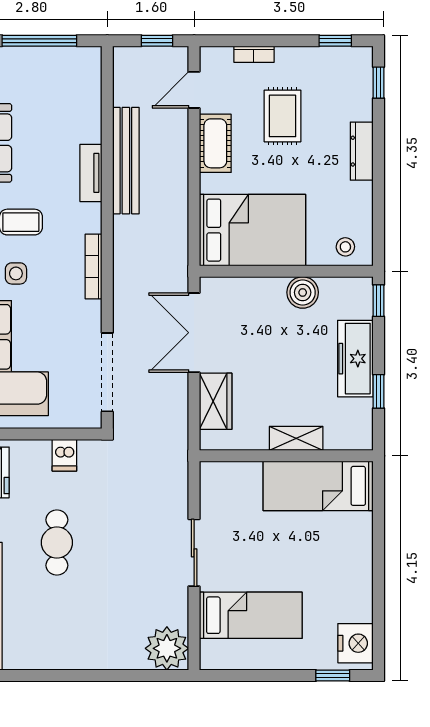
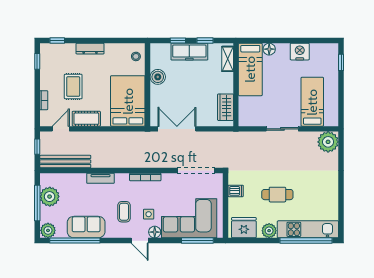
plant: (53, 66) -> (50, 197), added
door: (194, 90) -> (61, 129), swing flipped
rug: (283, 116) -> (73, 87), turned 90
bench: (126, 161) -> (65, 161), moved
window: (379, 301) -> (178, 41), moved
double door: (194, 333) -> (177, 129), swing flipped
wardrobe: (216, 401) -> (226, 107), moved, turned -90
shelving: (296, 438) -> (228, 59), moved
floor lamp: (361, 525) -> (269, 49), added
nightstand: (355, 643) -> (300, 52), moved

